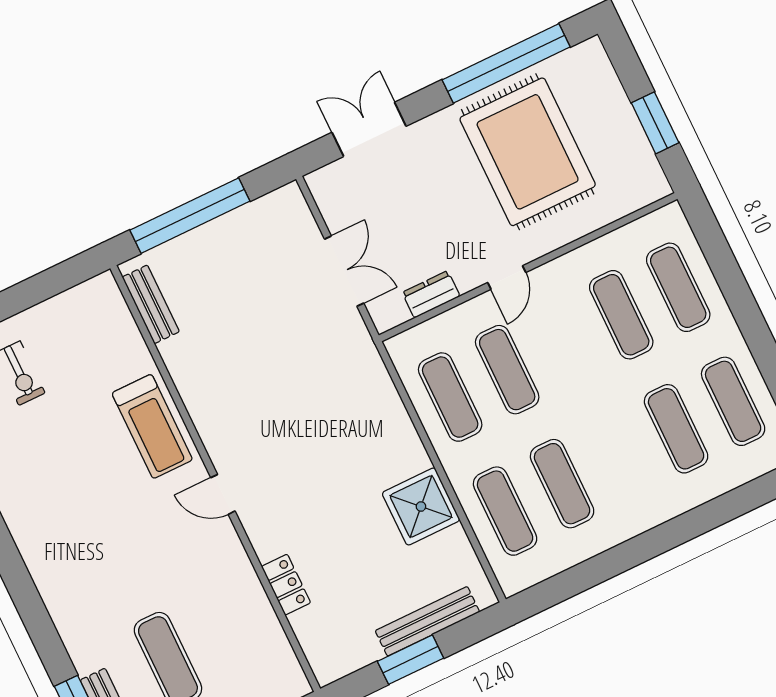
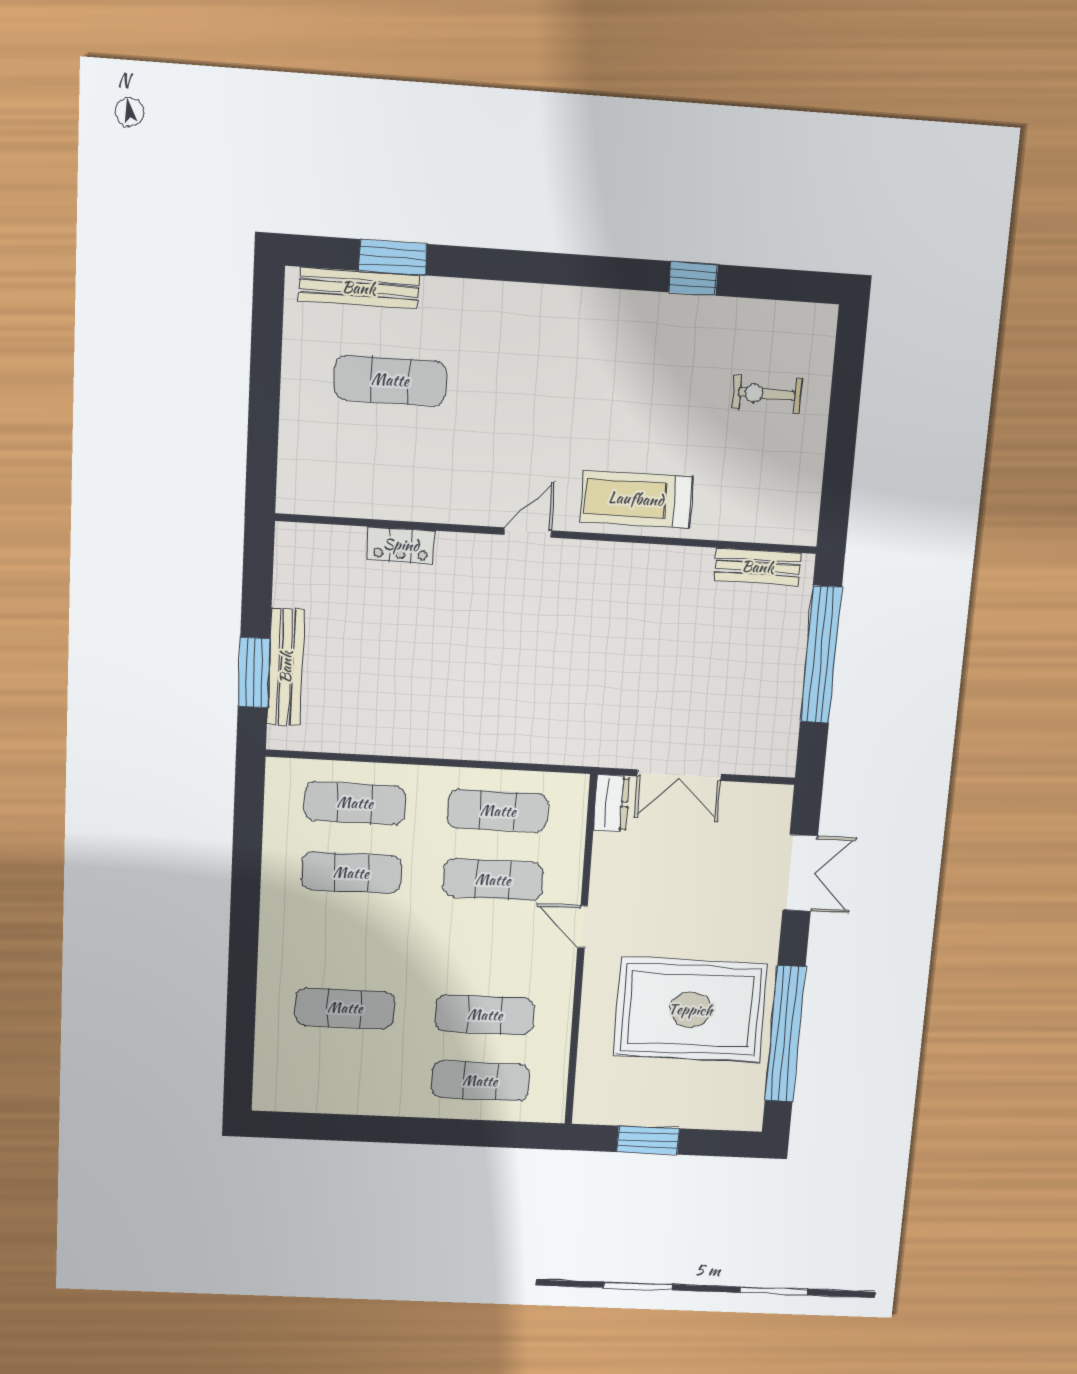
dresser: (431, 294) -> (611, 803), moved
exercise mat: (733, 401) -> (342, 1075), removed
shower: (421, 506) -> (405, 724), removed
window: (411, 660) -> (254, 672), moved

